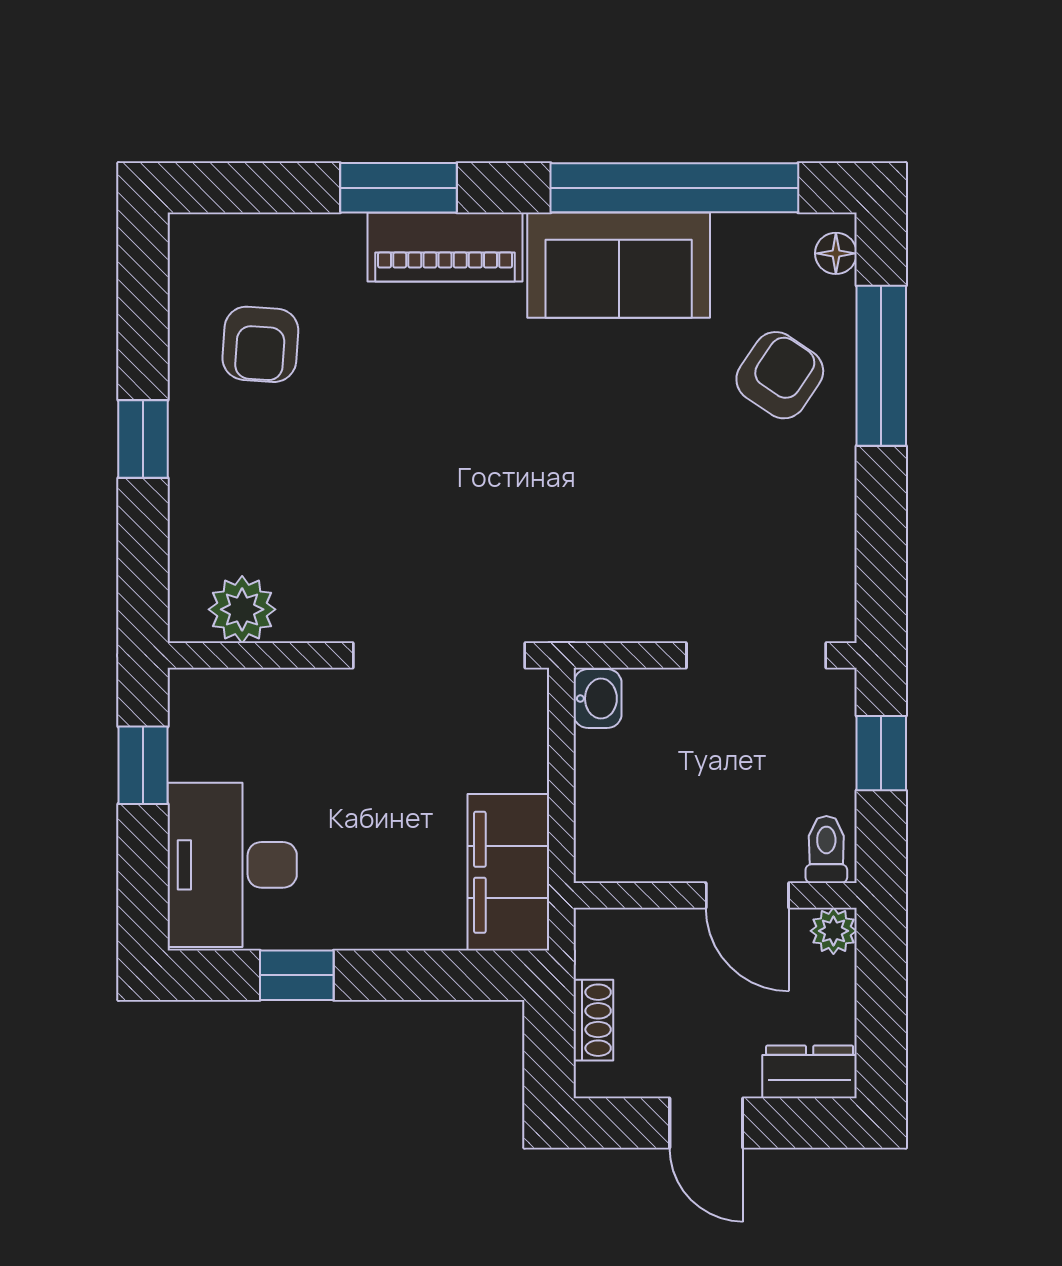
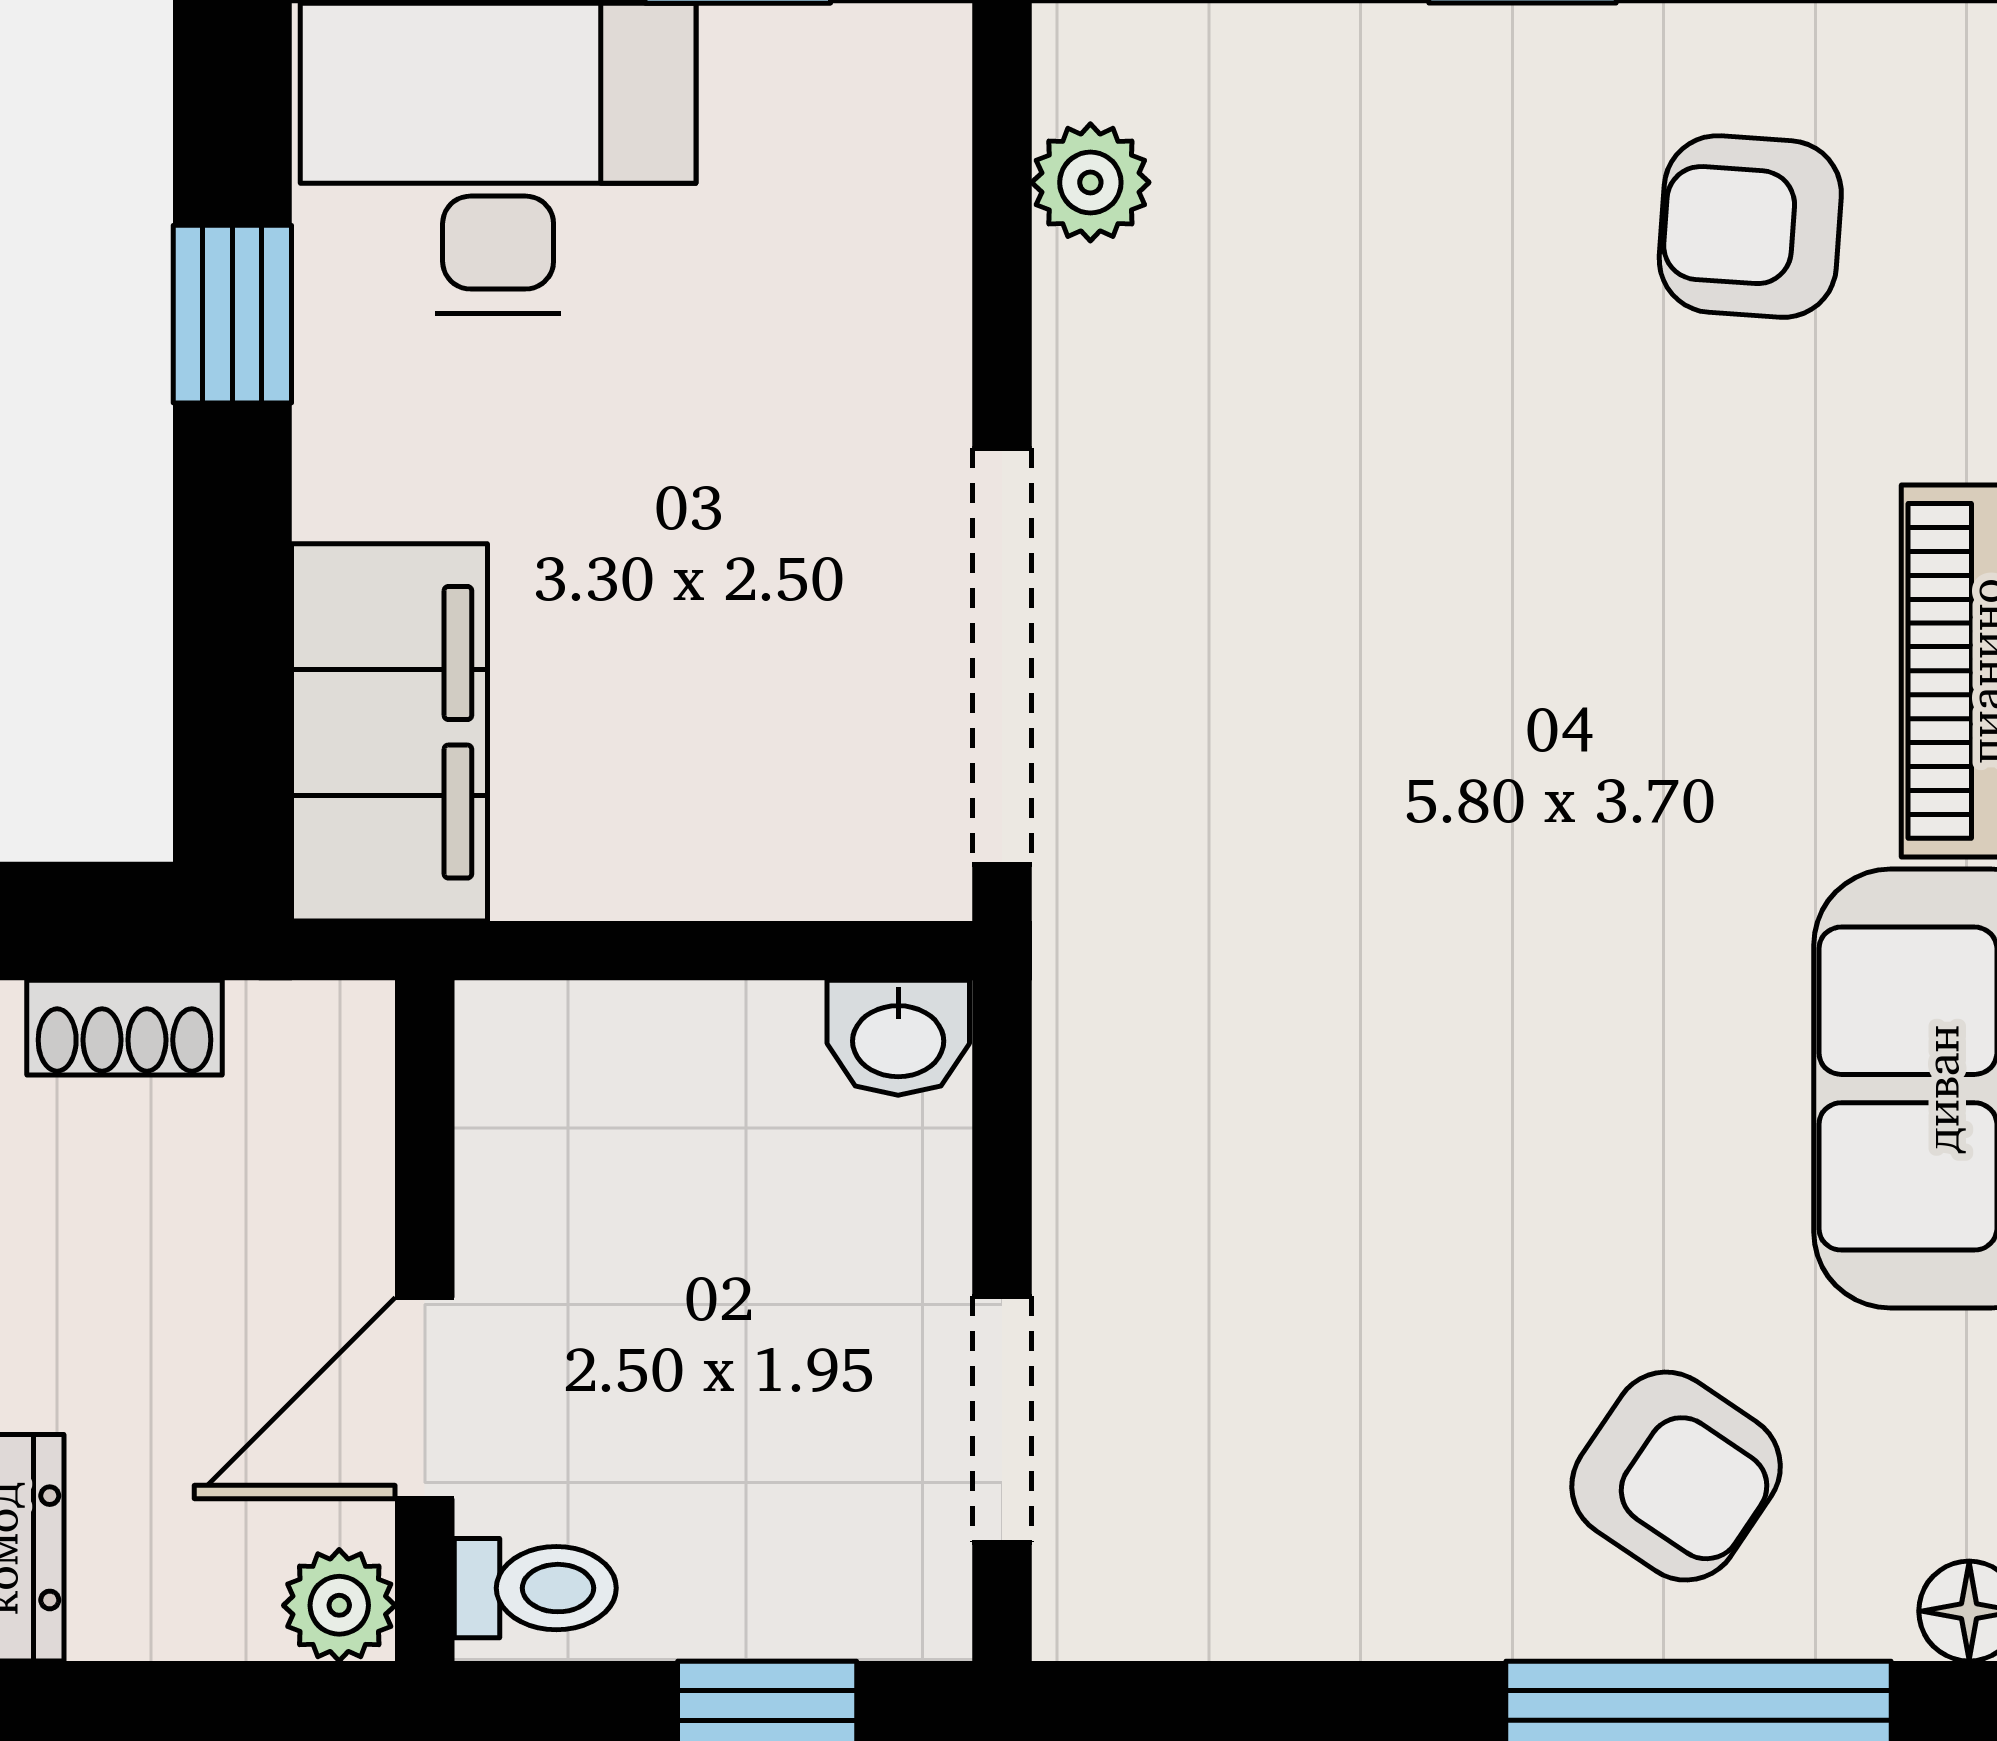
plant: (242, 609) -> (1090, 182), width x0.73, depth x0.73
doorway: (756, 655) -> (1002, 1419), width x0.73
filing cabinet: (508, 872) -> (389, 732), moved, turned 90

